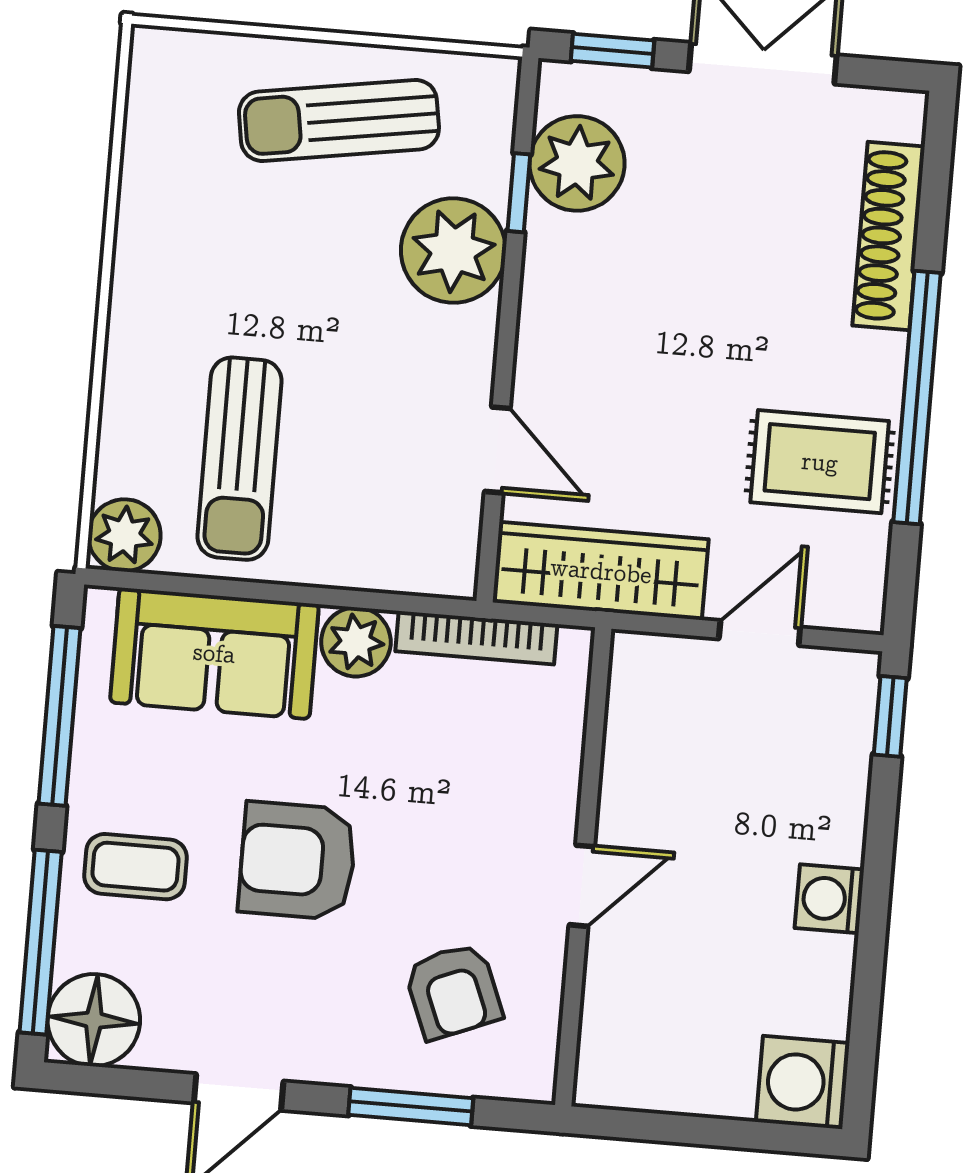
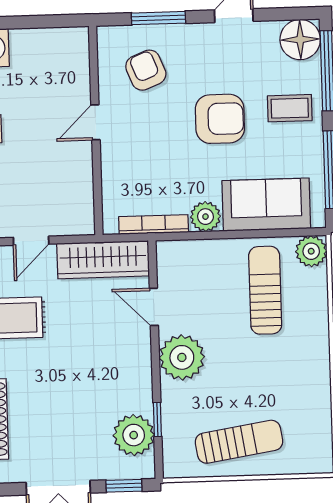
plant: (453, 250) -> (182, 357), moved

